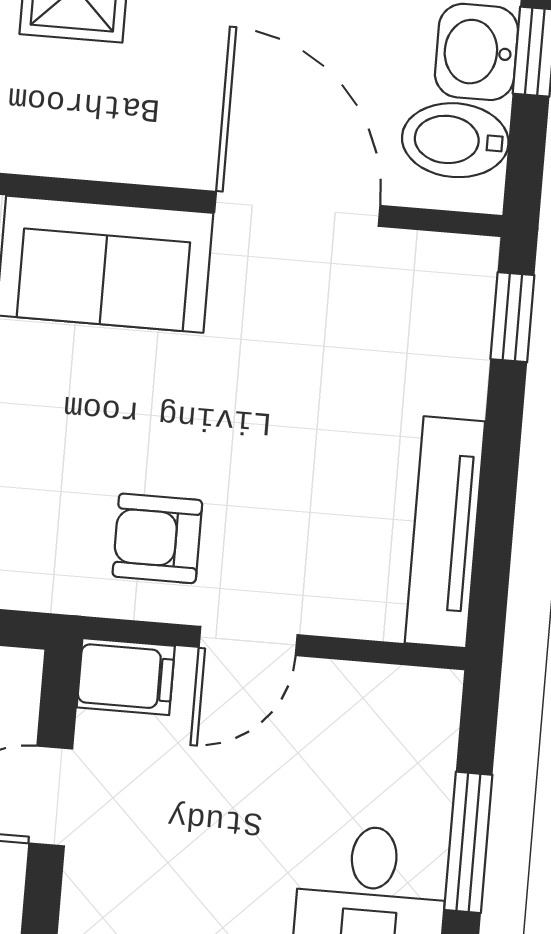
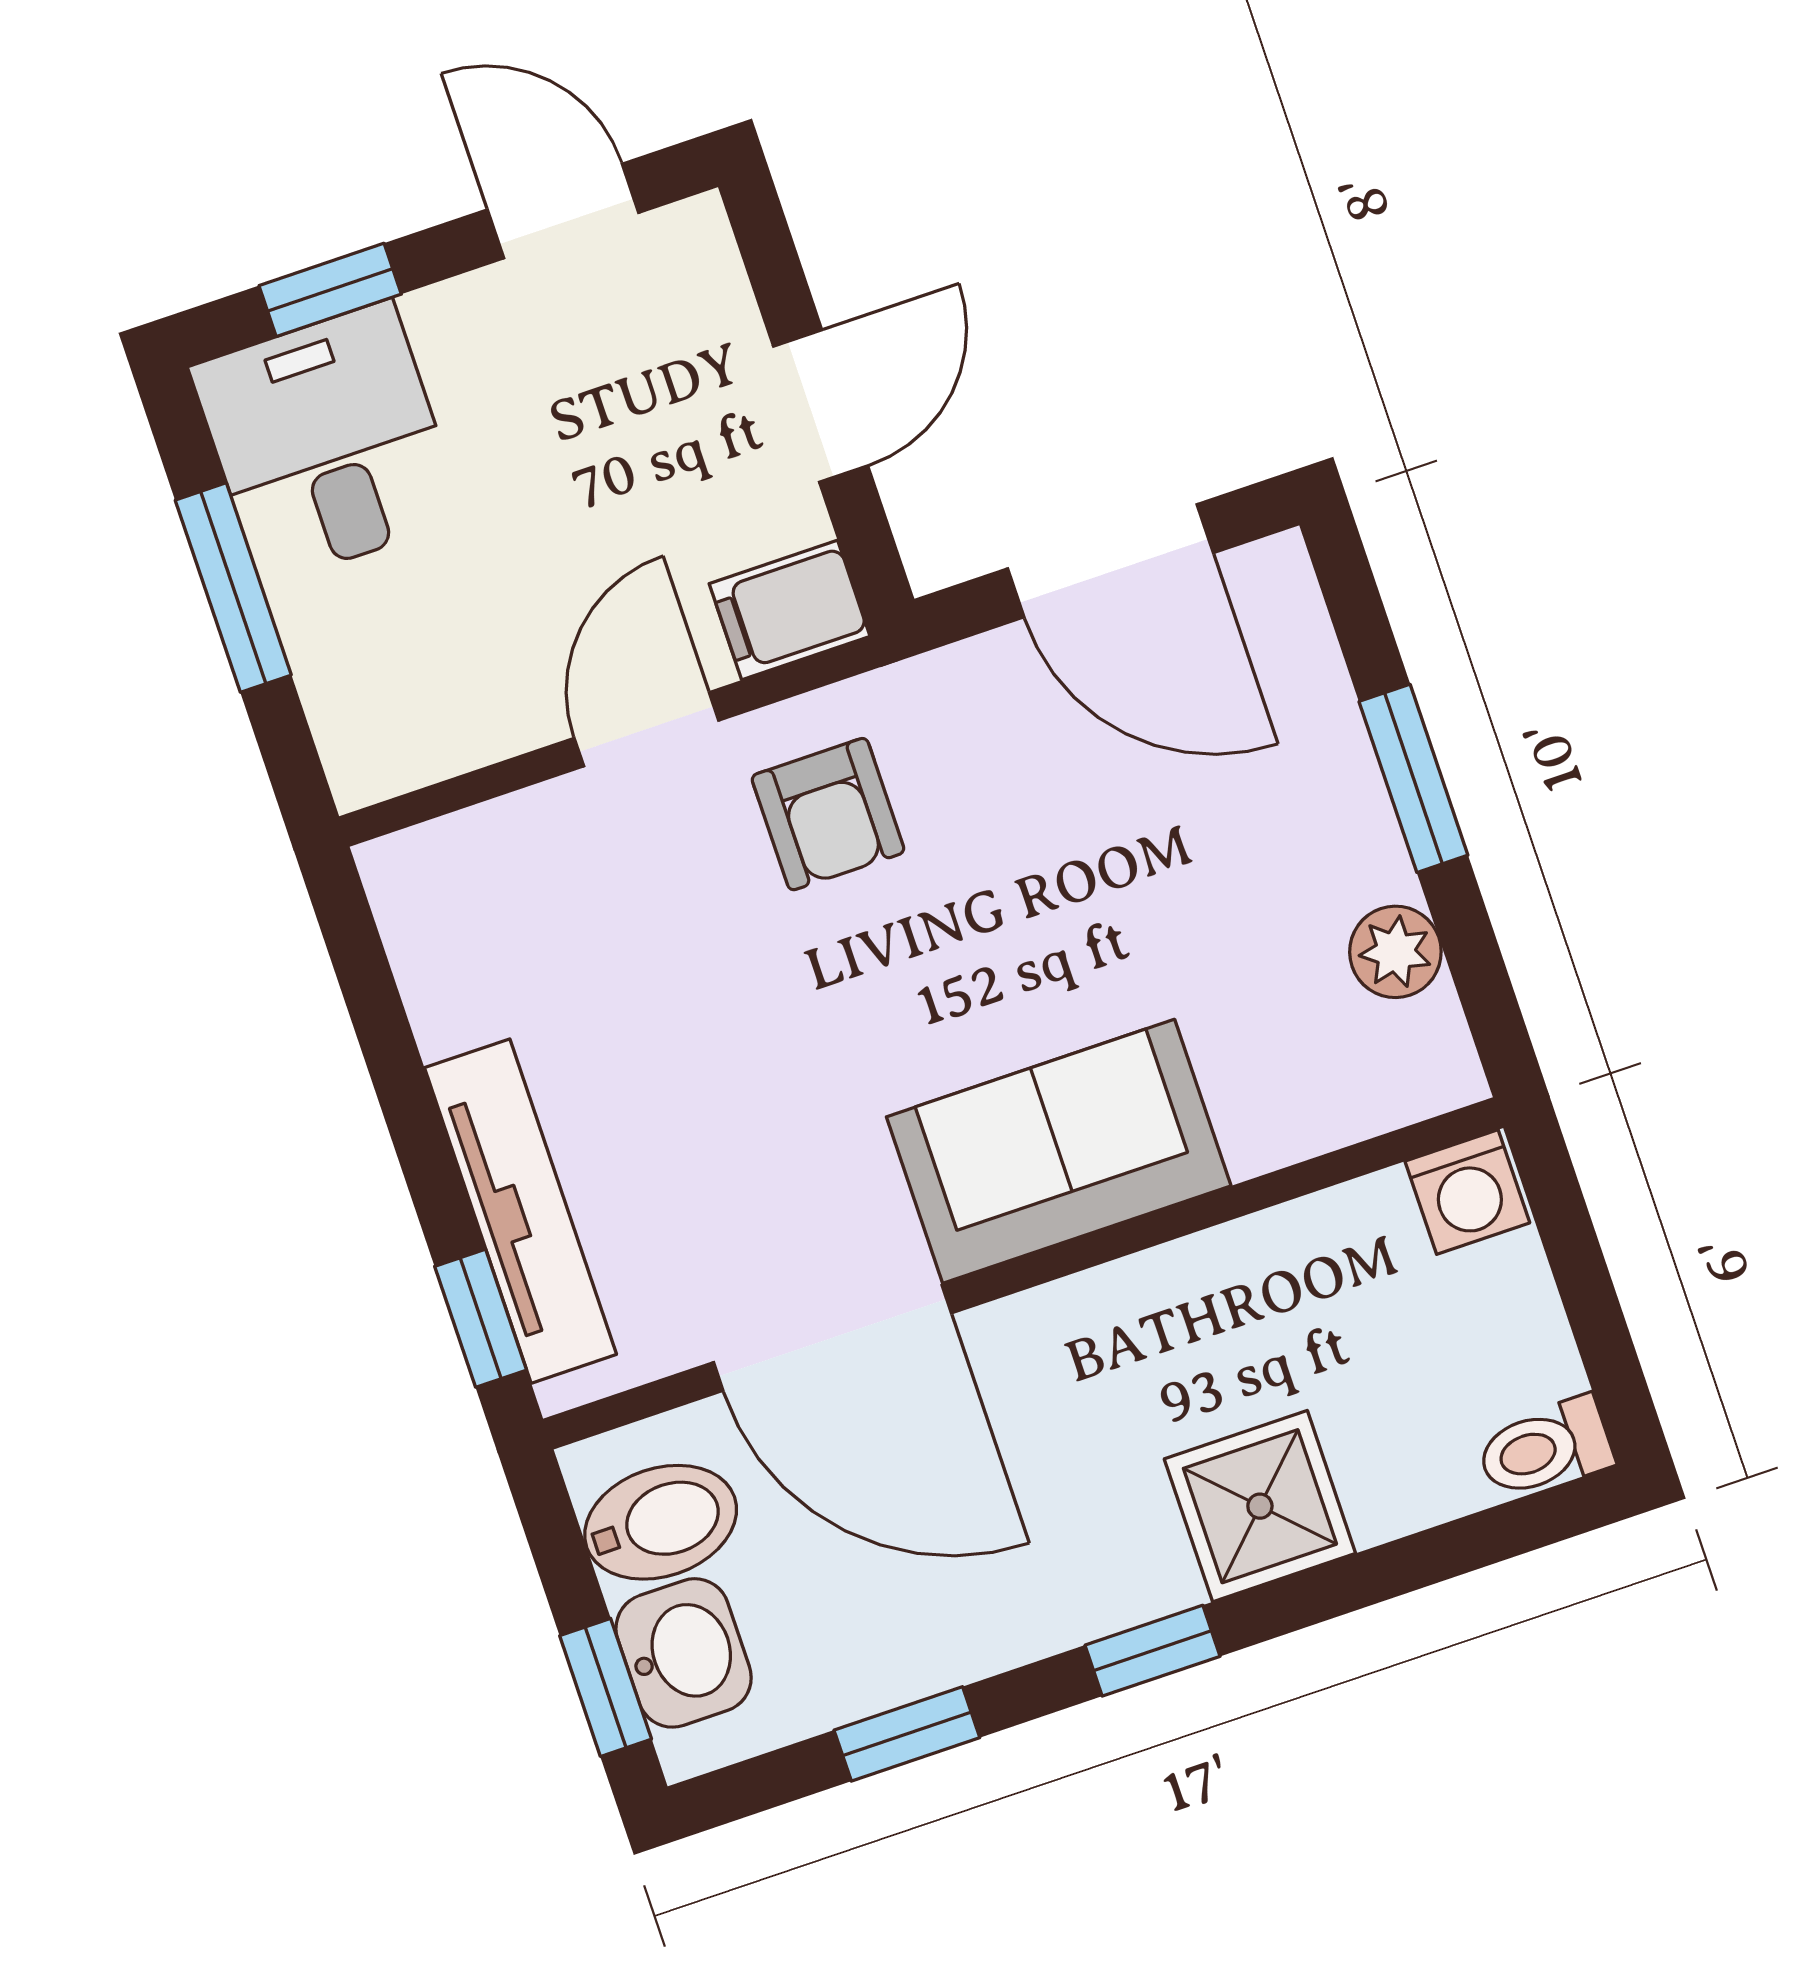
tv unit: (445, 532) -> (520, 1211), moved
armchair: (157, 538) -> (828, 814), turned 90

